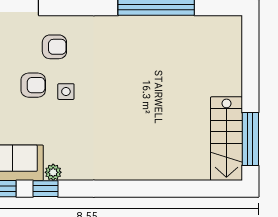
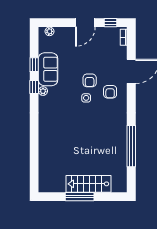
stairs: (226, 139) -> (89, 184), moved
window: (250, 139) -> (80, 197), moved

